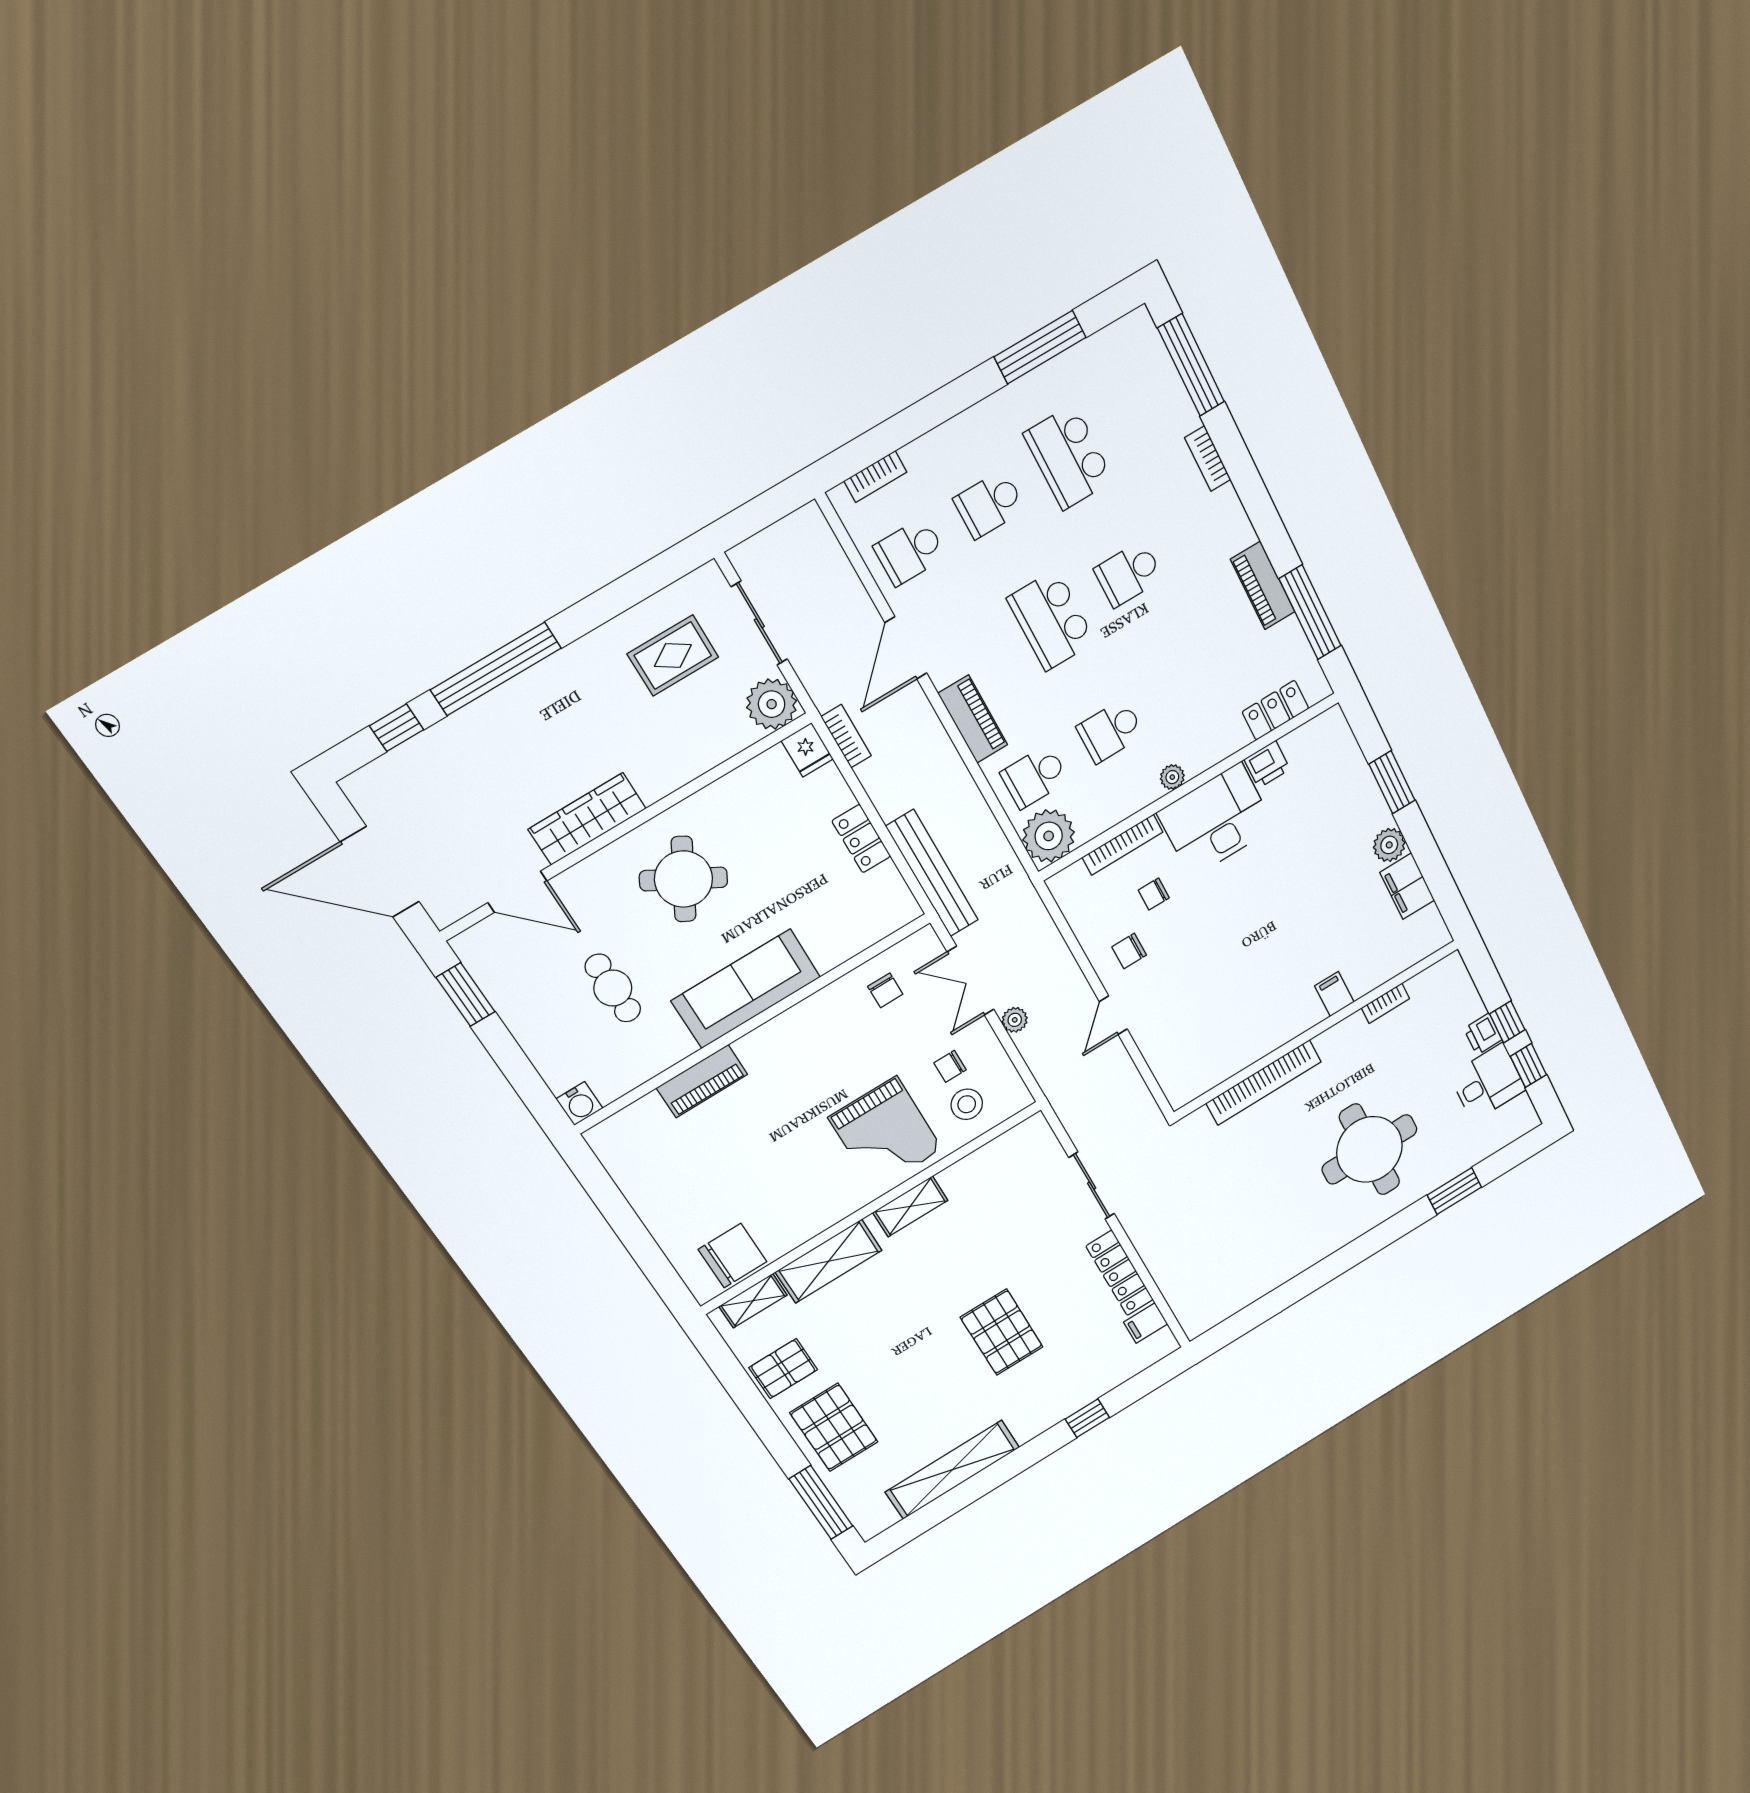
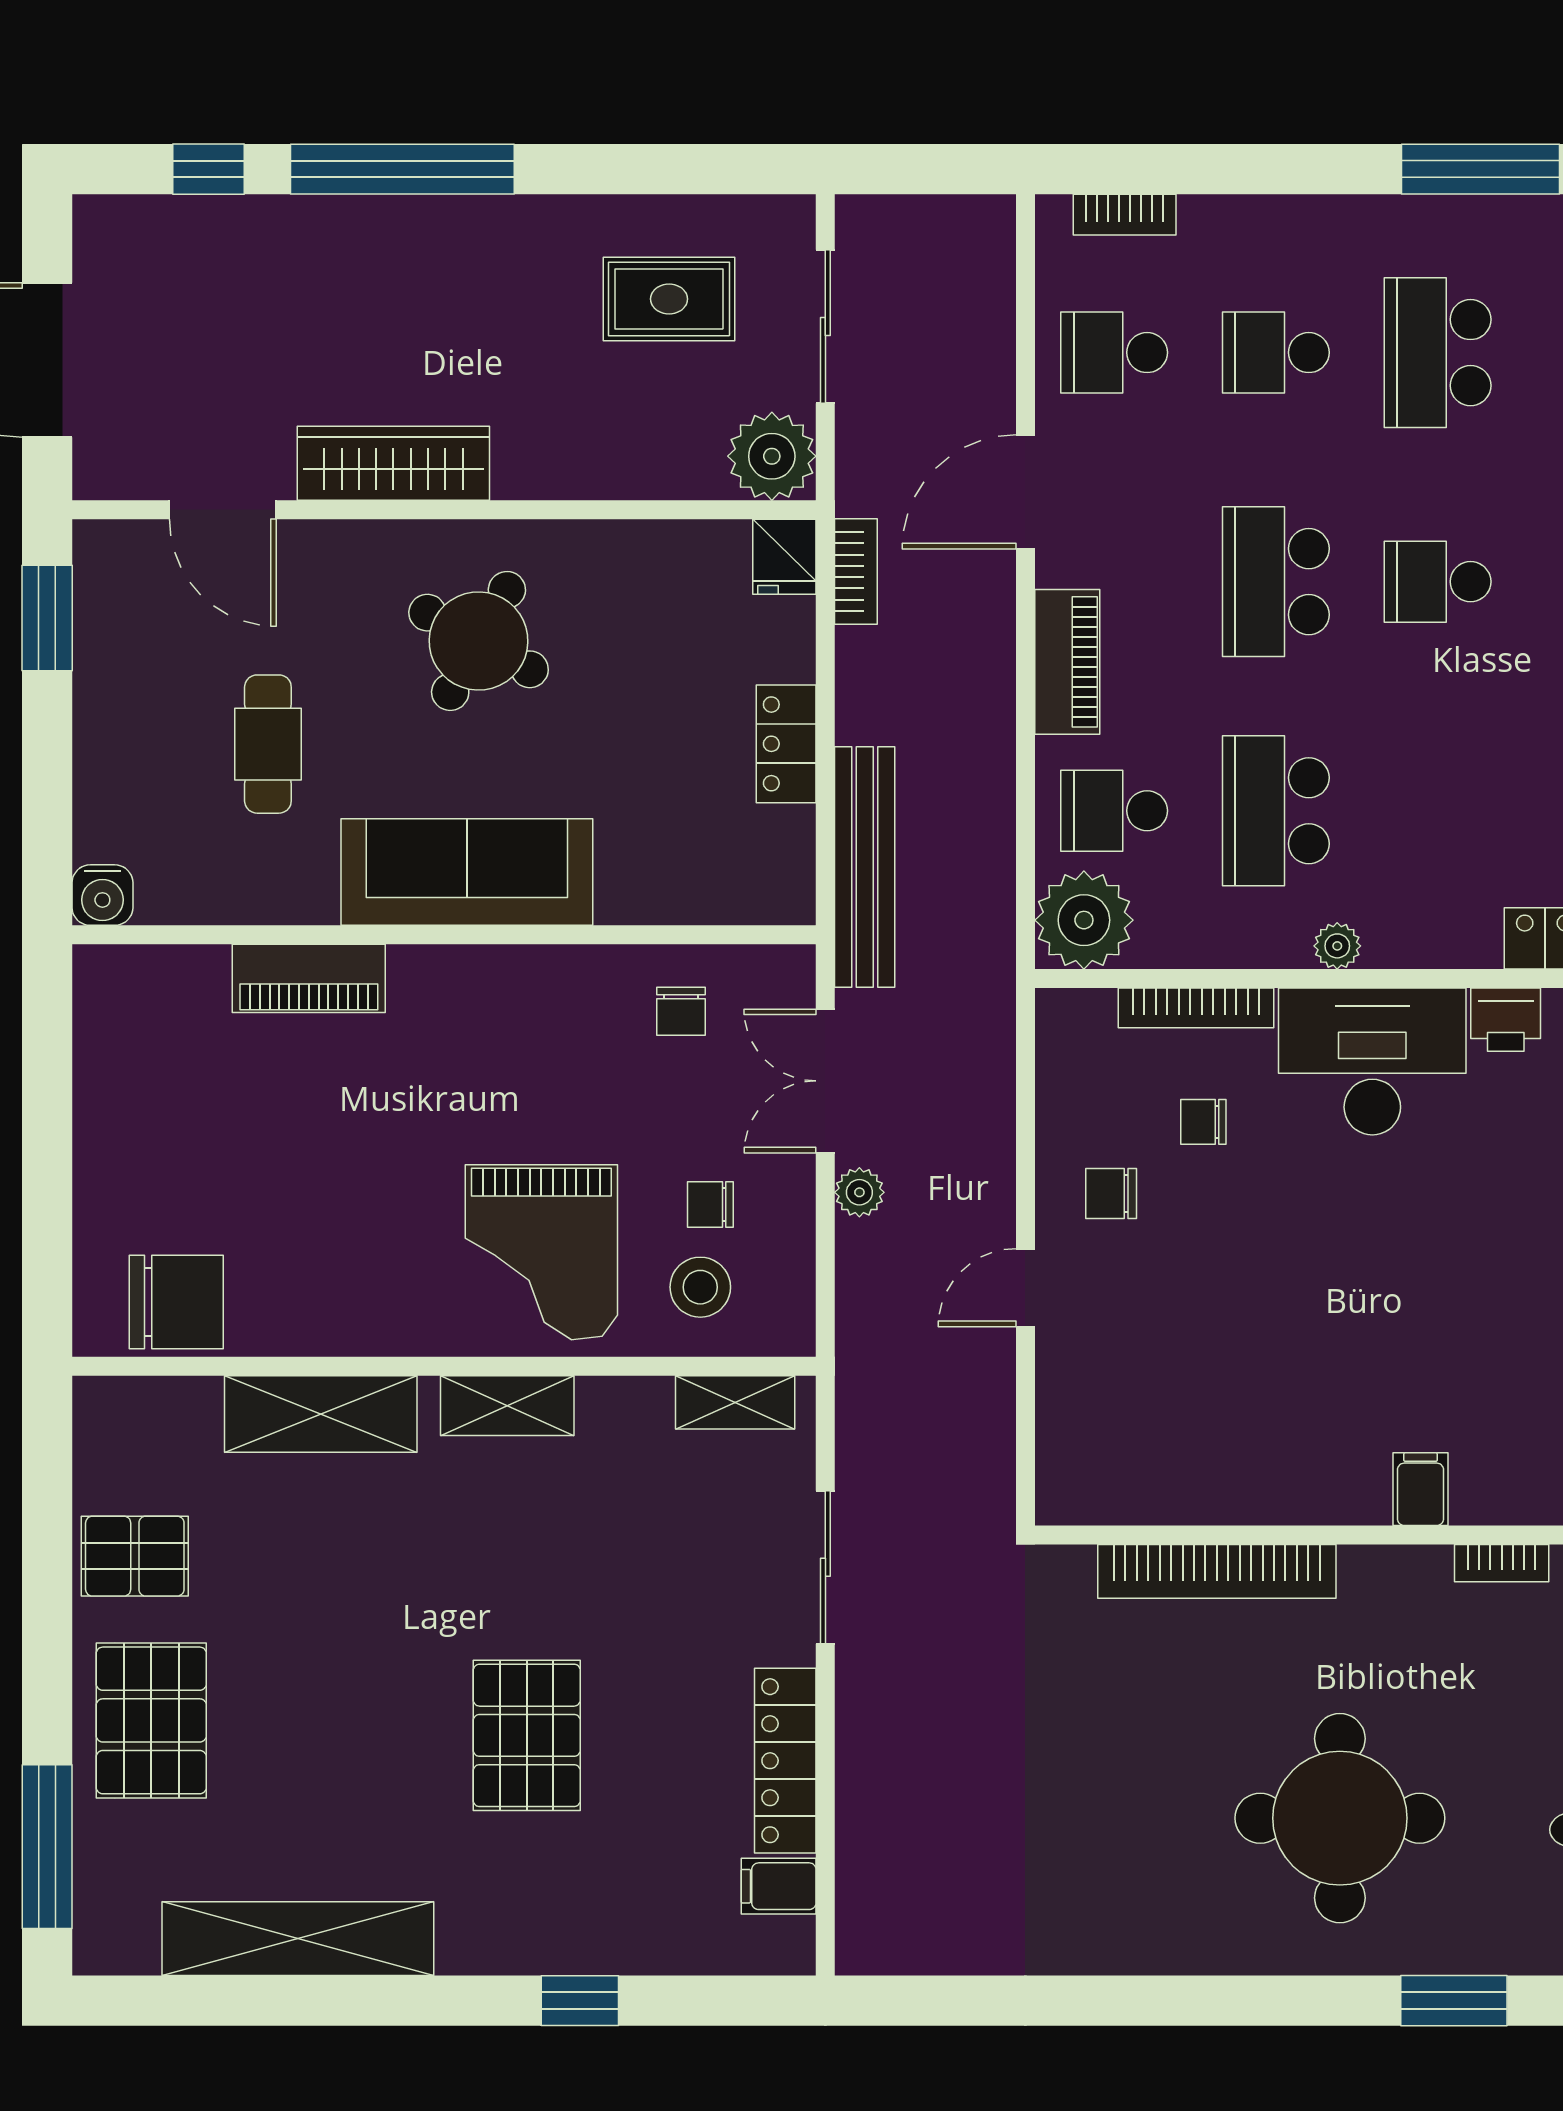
school desk: (1110, 731) -> (1276, 811), width x1.85
shelving: (753, 1301) -> (735, 1402), moved

